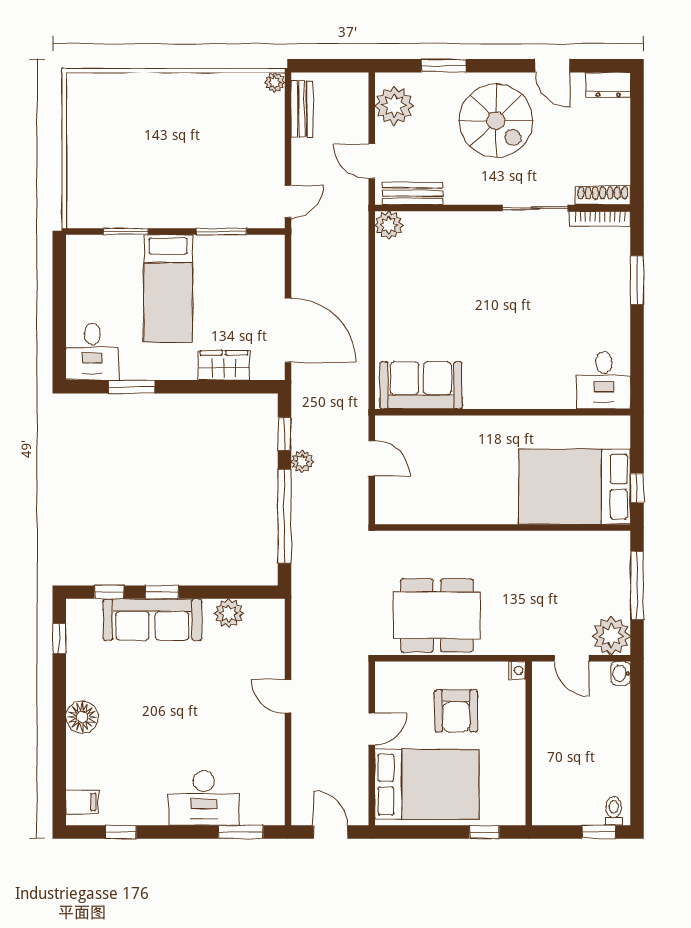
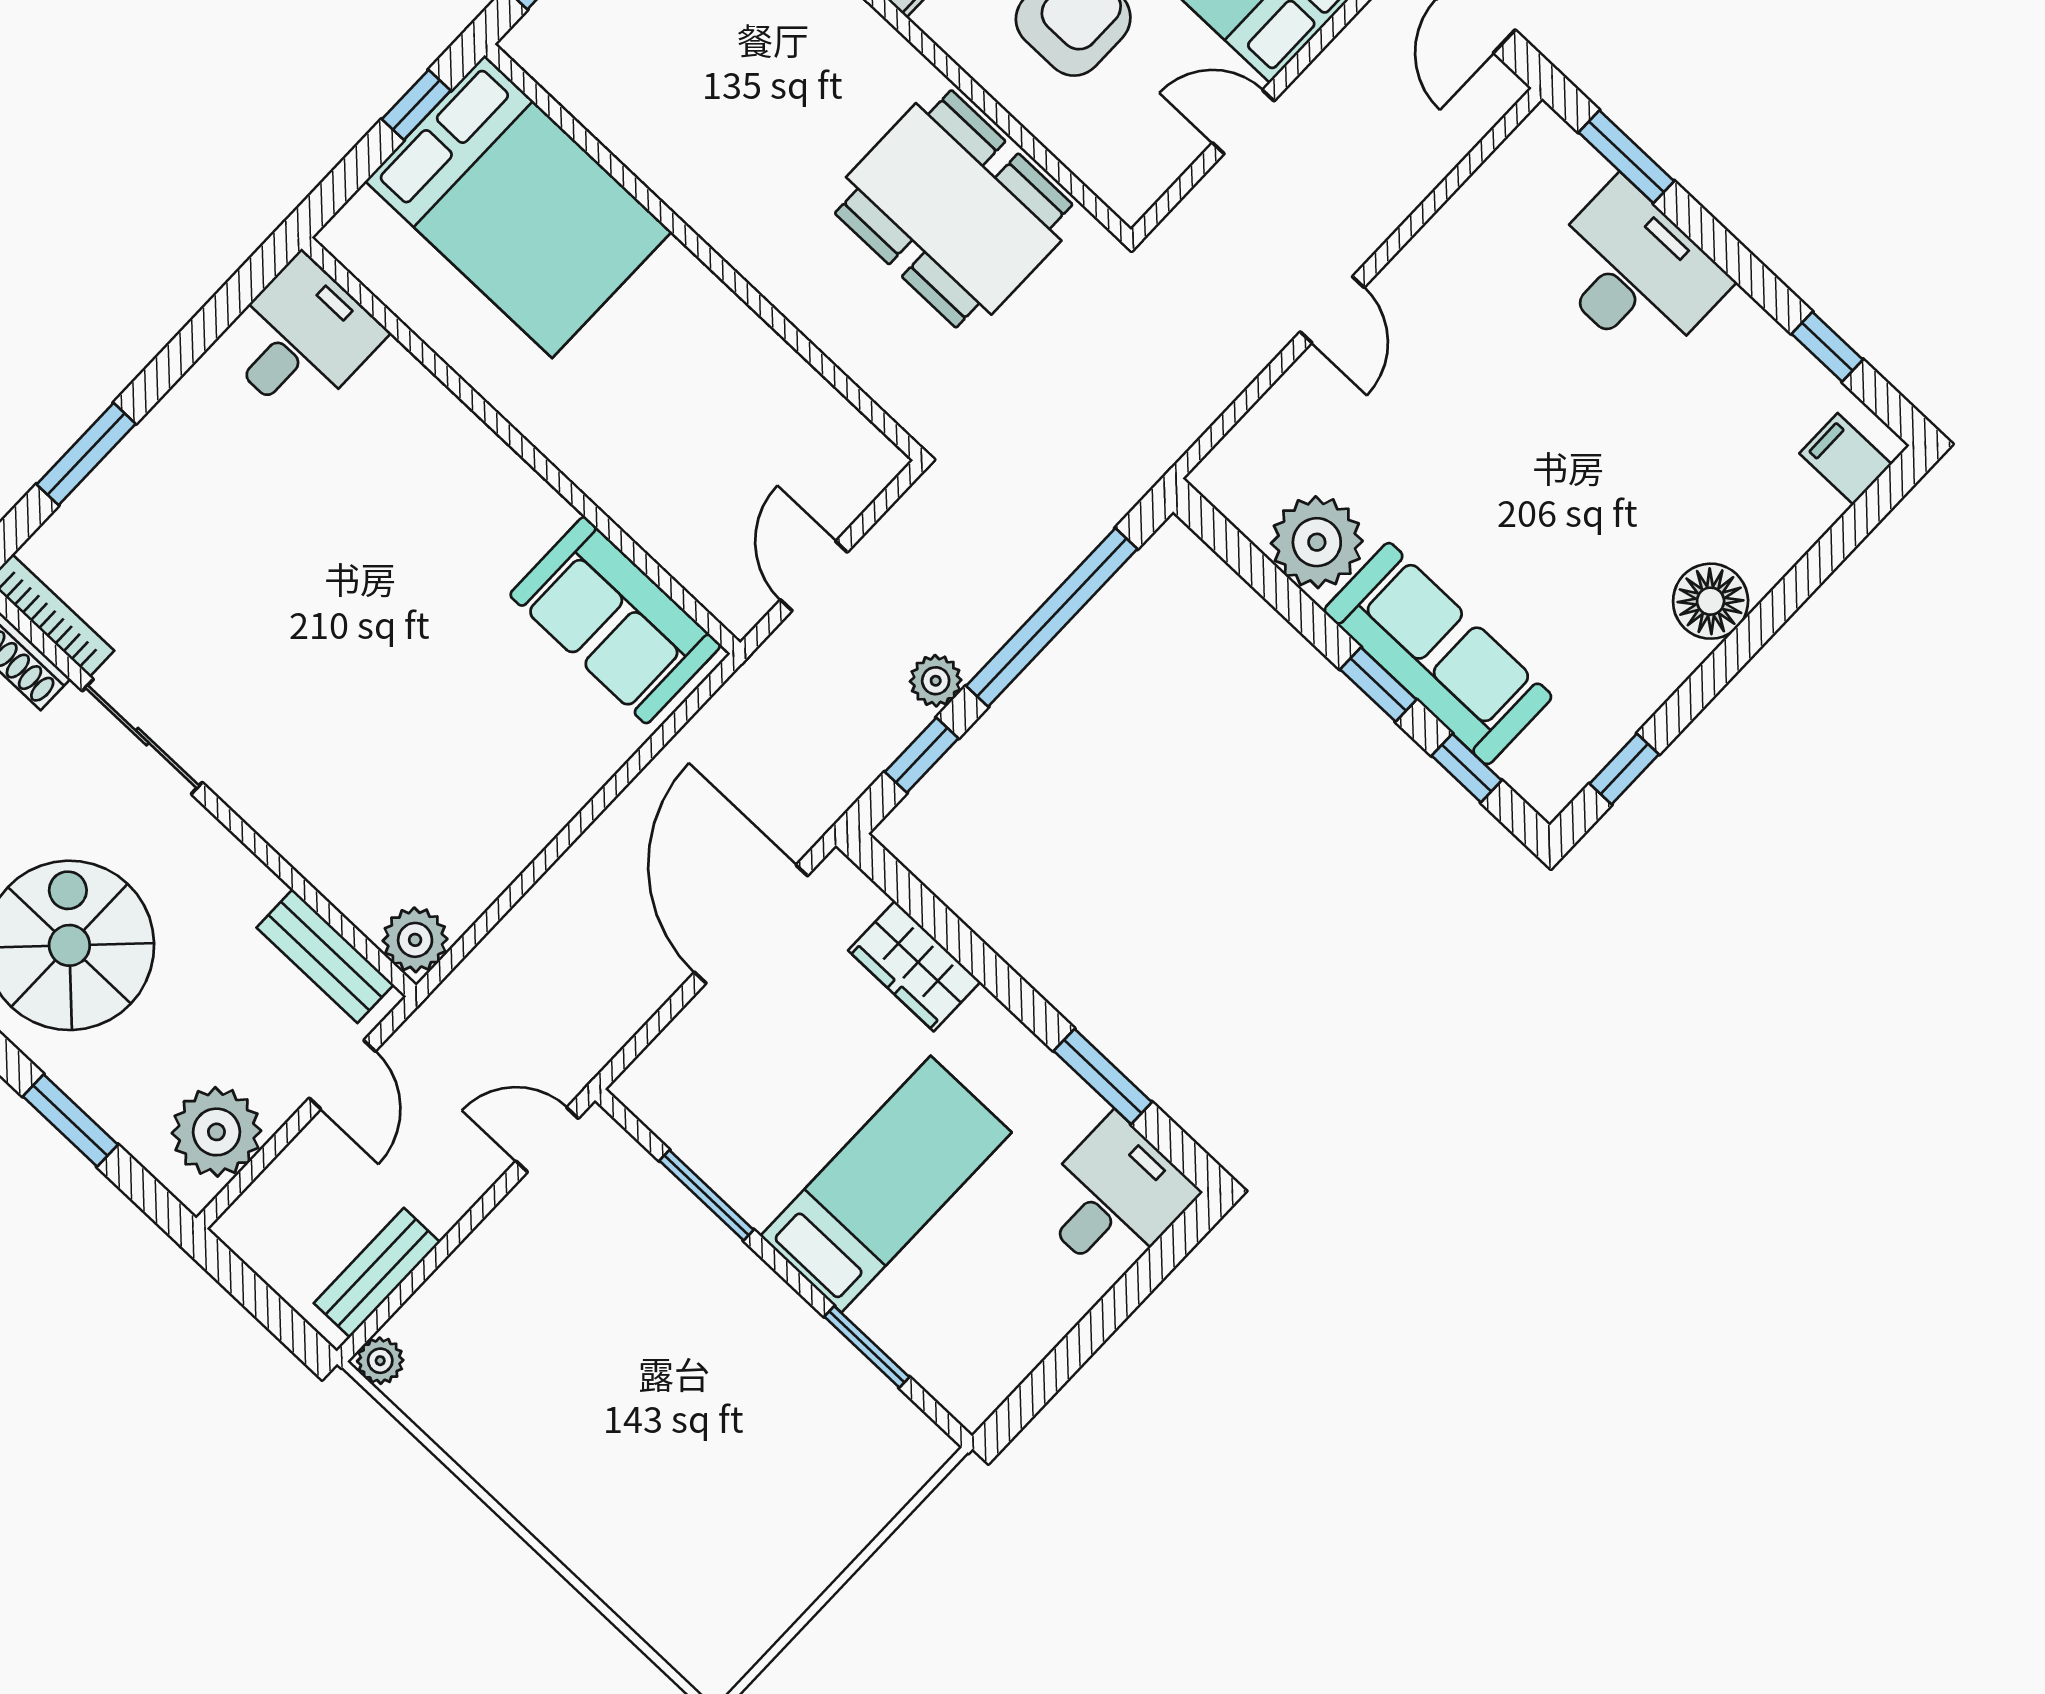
plant: (229, 613) -> (1317, 542), width x1.36, depth x1.36

